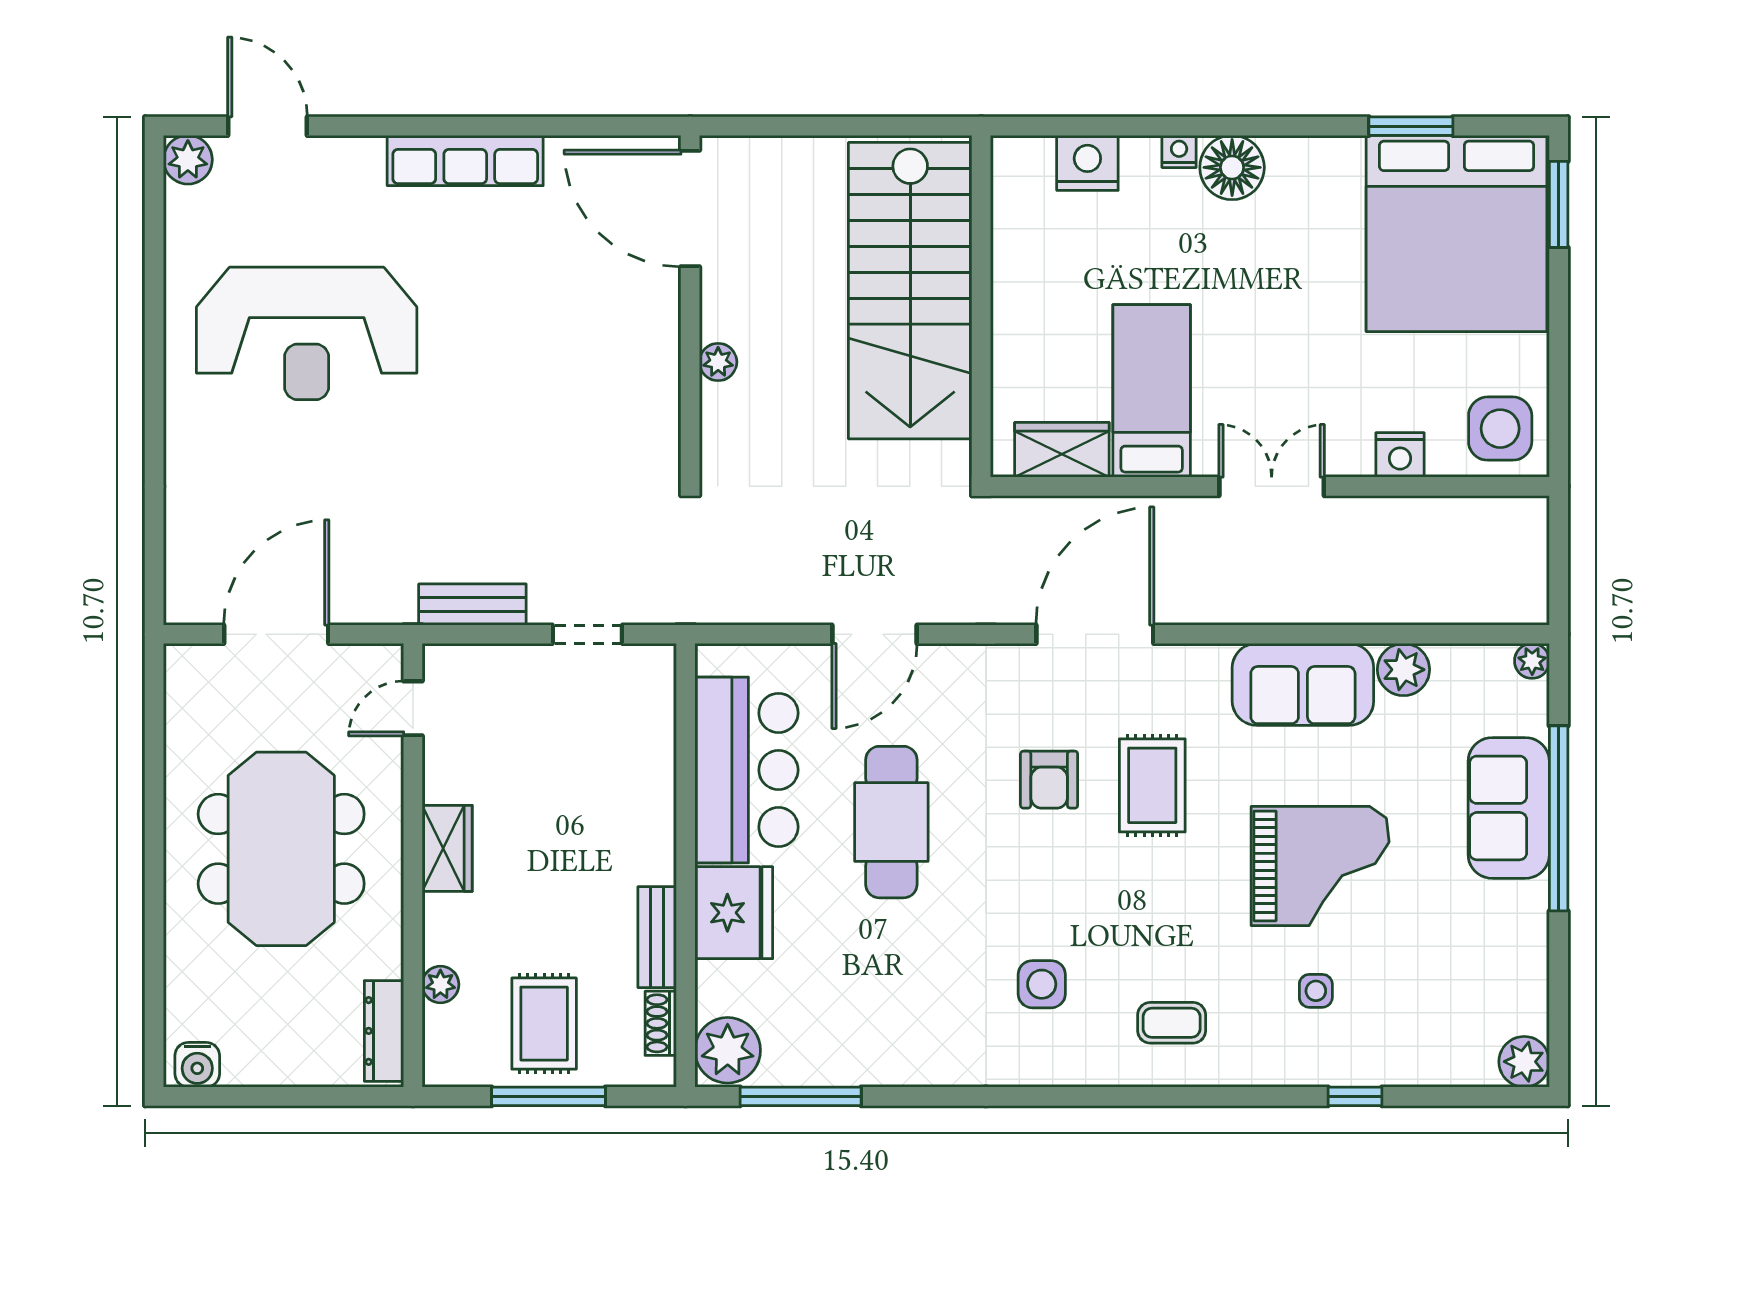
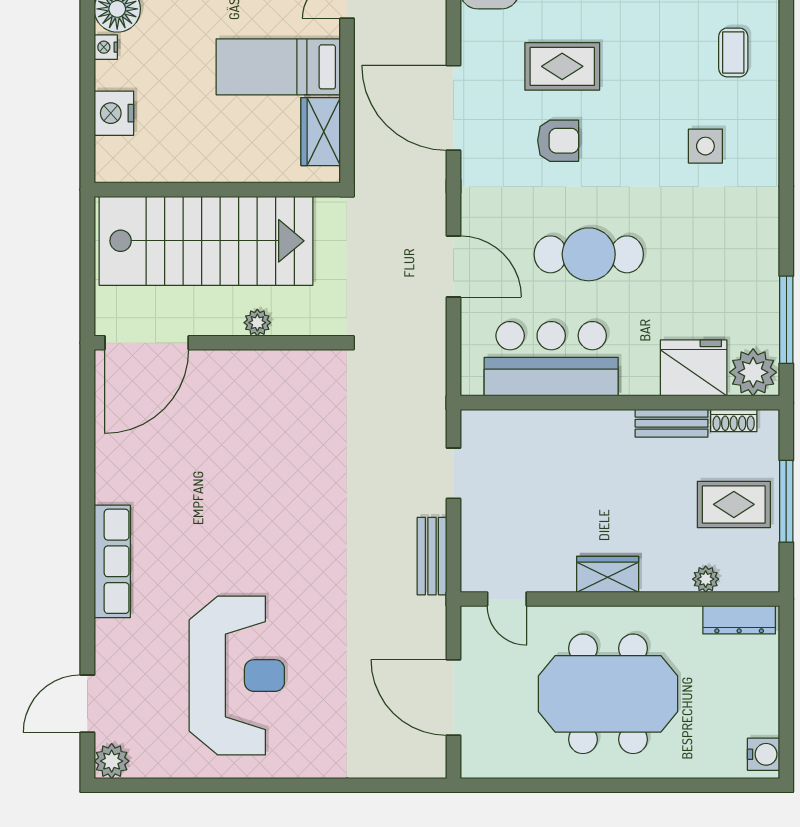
door: (690, 208) -> (147, 343), moved
wall: (690, 306) -> (217, 343), moved
plant: (718, 362) -> (257, 323), moved
fridge: (734, 913) -> (694, 368), moved

